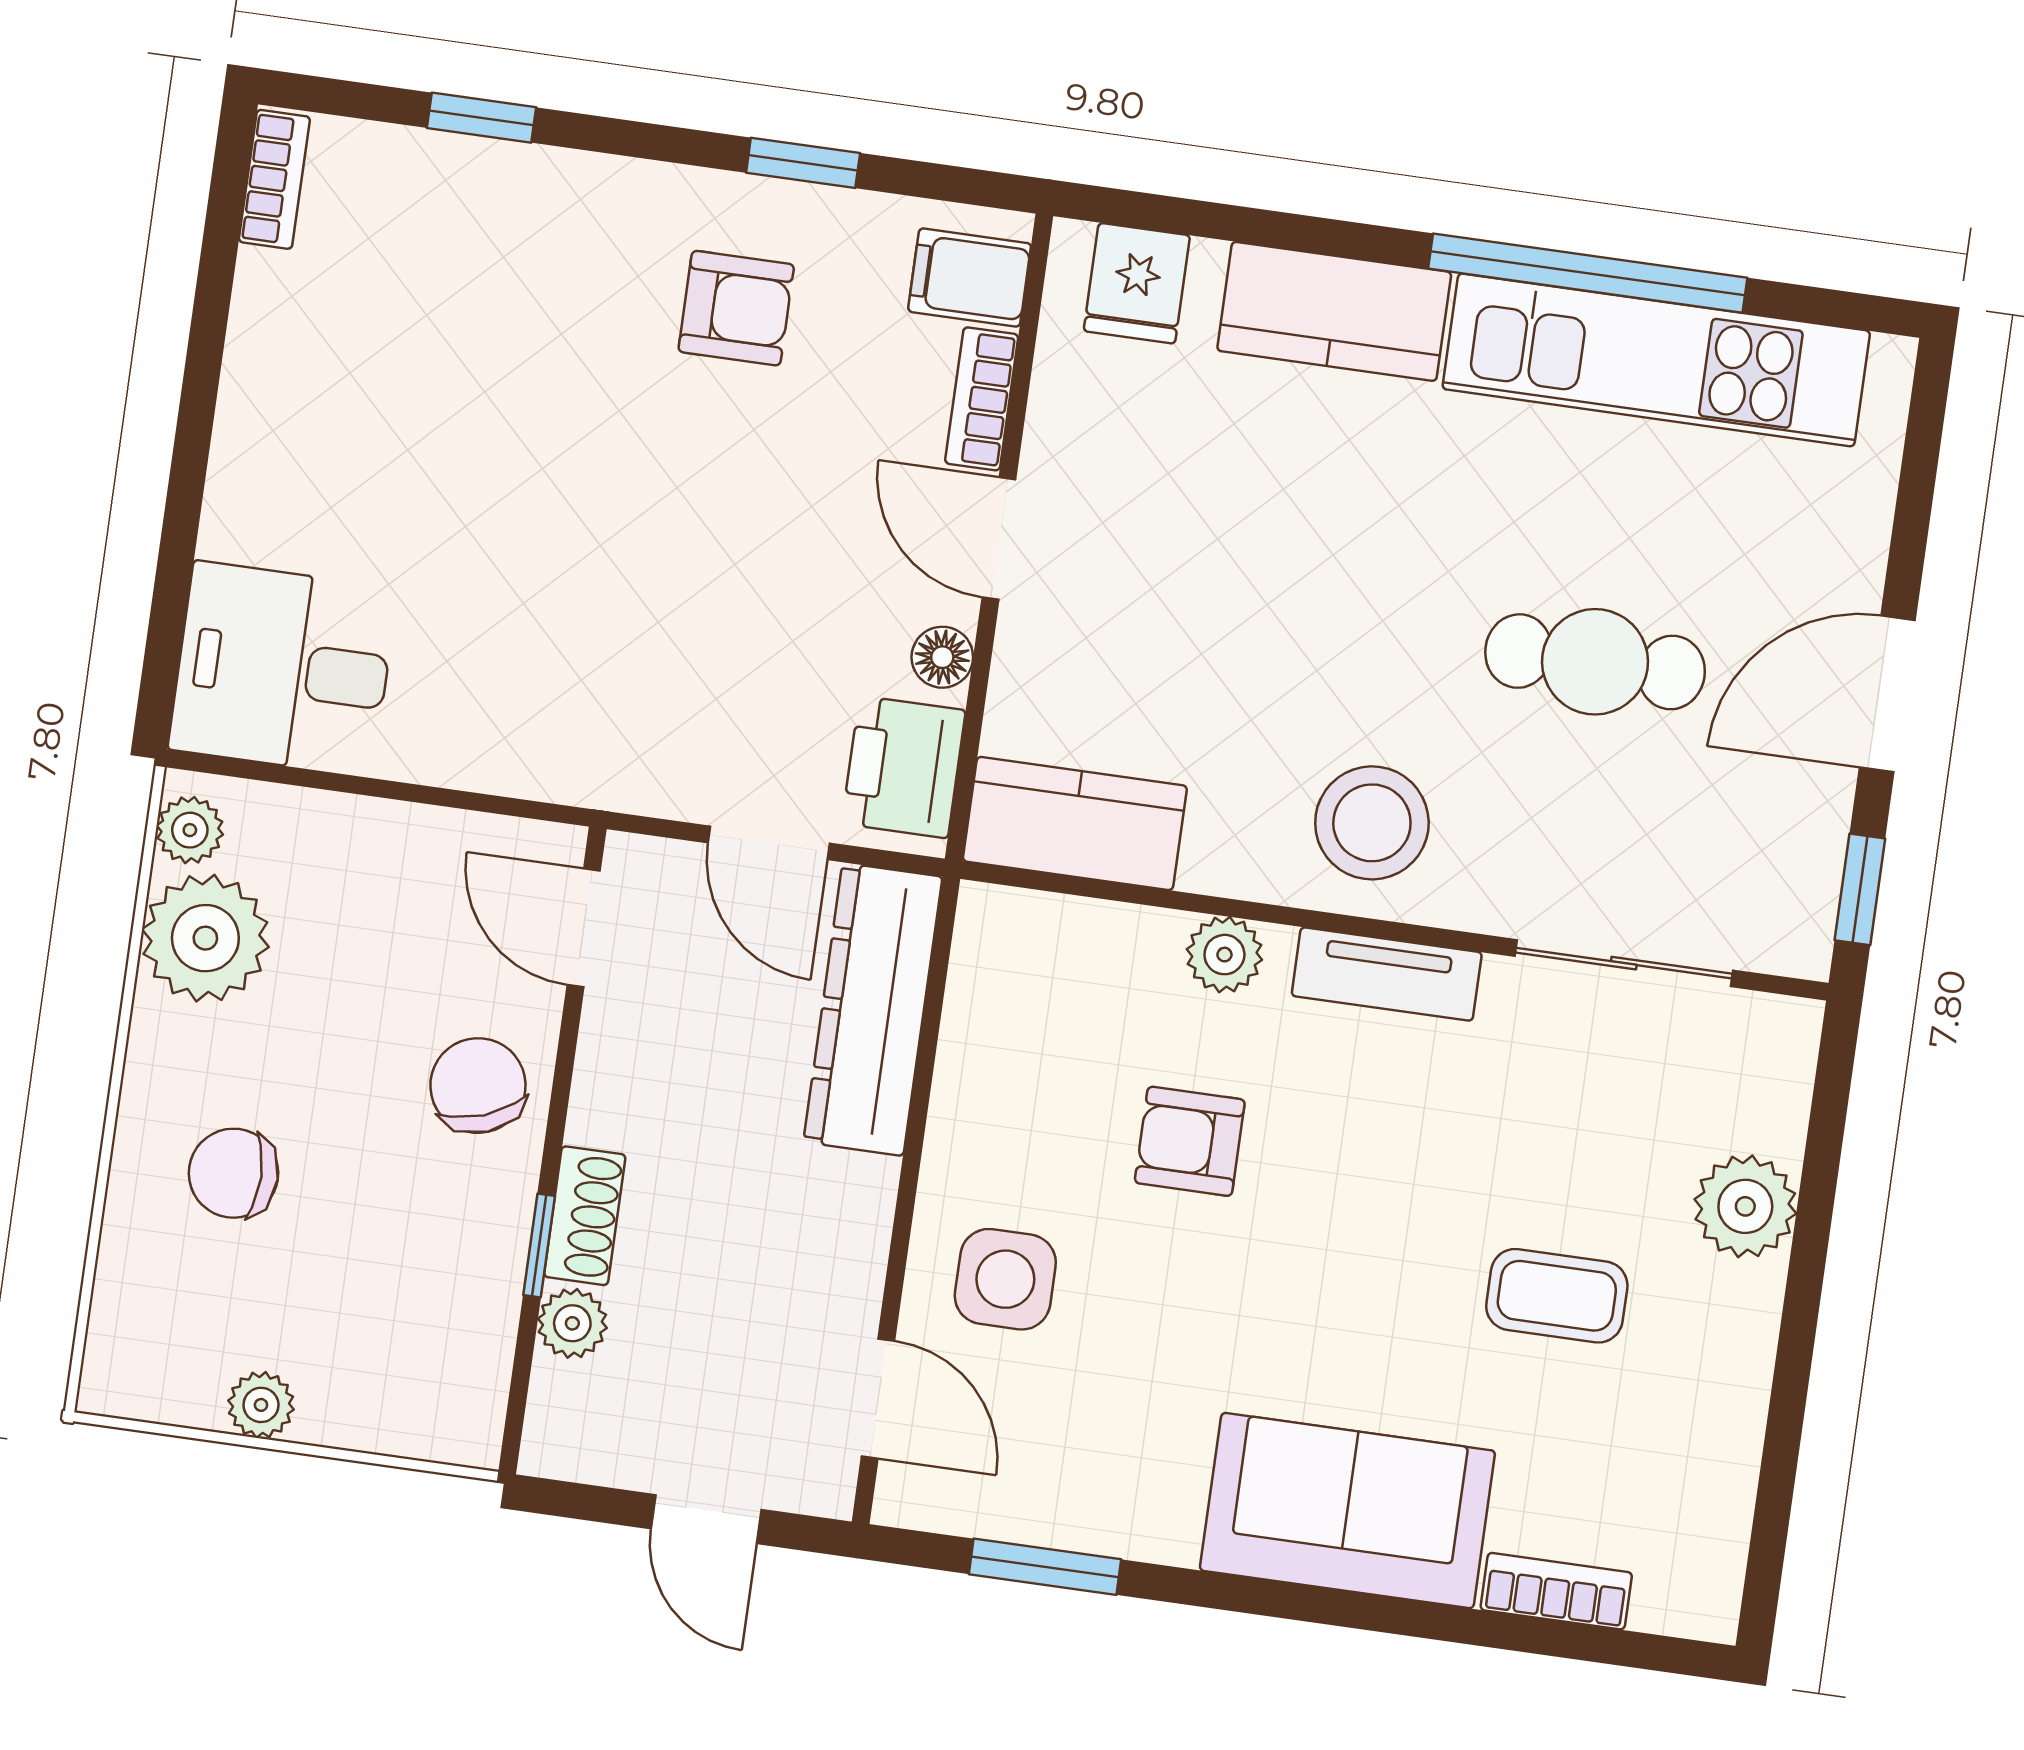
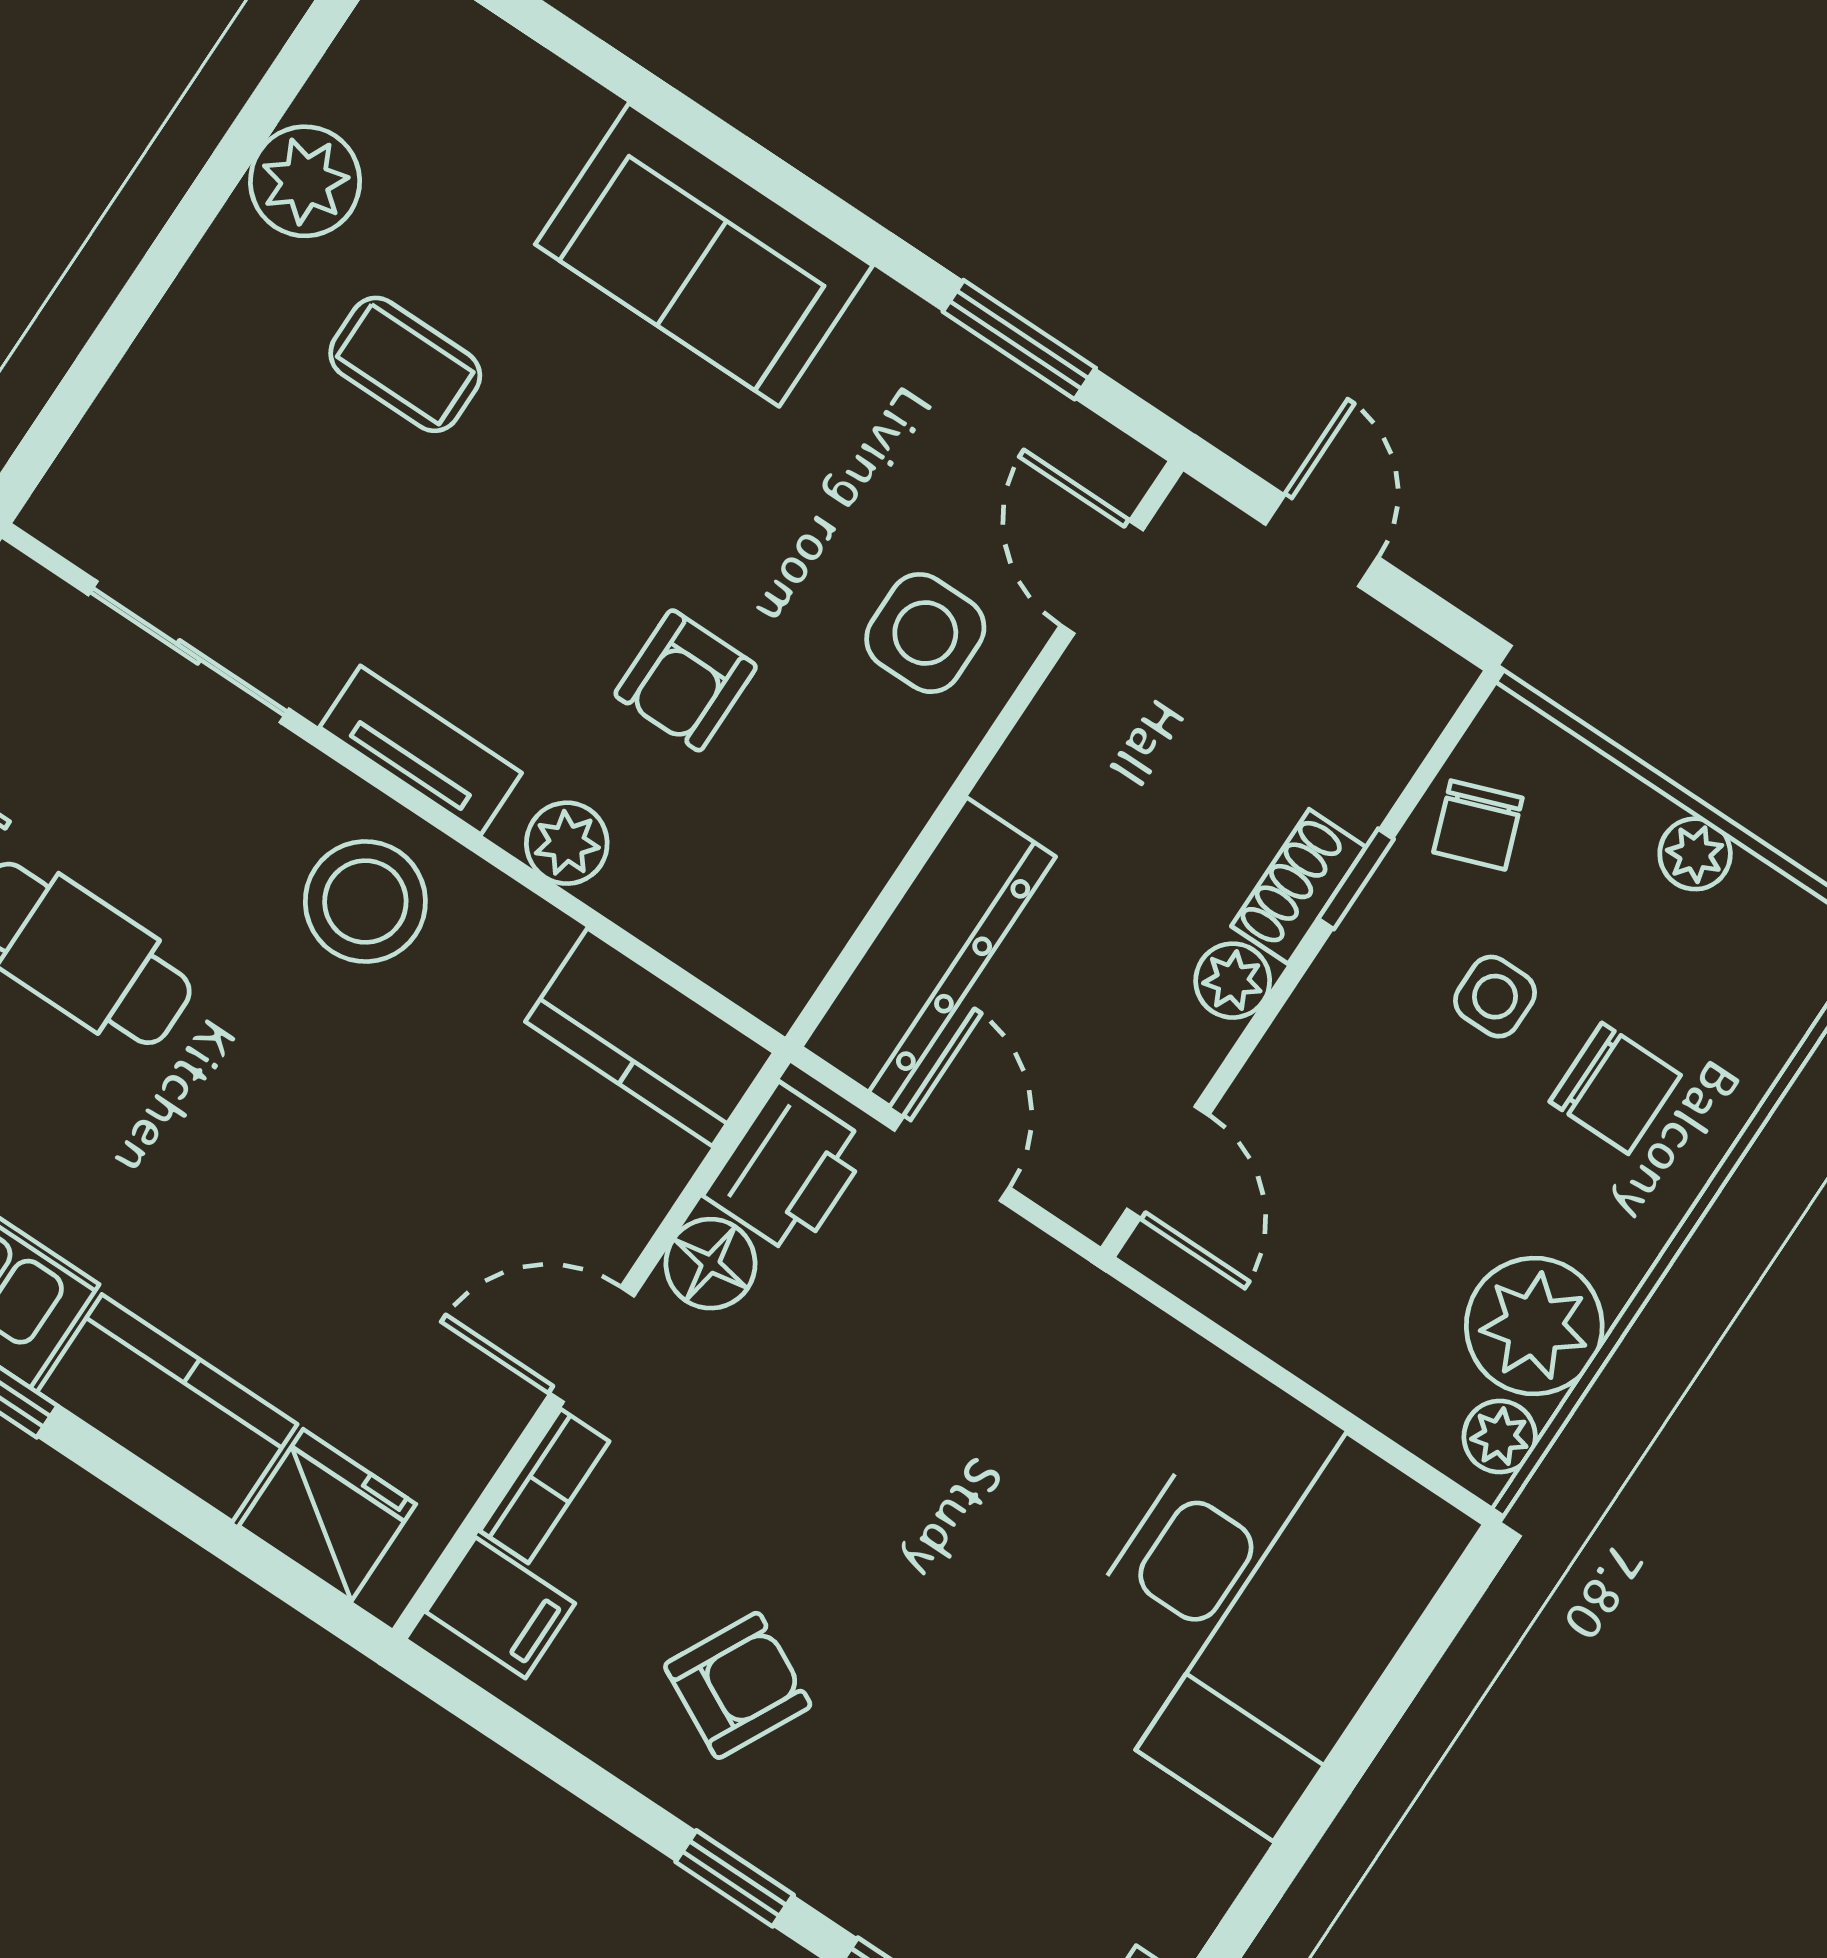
window: (803, 163) -> (735, 1878), moved
fridge: (1137, 283) -> (327, 1515), width x1.38
armchair: (736, 308) -> (738, 1685), turned 117
door: (999, 538) -> (592, 1345), swing flipped
floor lamp: (942, 657) -> (711, 1264), width x1.37, depth x1.37
desk: (283, 669) -> (1260, 1604), width x1.87, depth x1.30
chair: (478, 1086) -> (1478, 825), moved, width x0.73, depth x0.73
armchair: (1190, 1141) -> (686, 680), turned 90
side table: (373, 1202) -> (1495, 997), added
plant: (1745, 1206) -> (305, 181), moved
plant: (572, 1323) -> (1233, 981), moved
bookcase: (1556, 1591) -> (541, 82), removed

